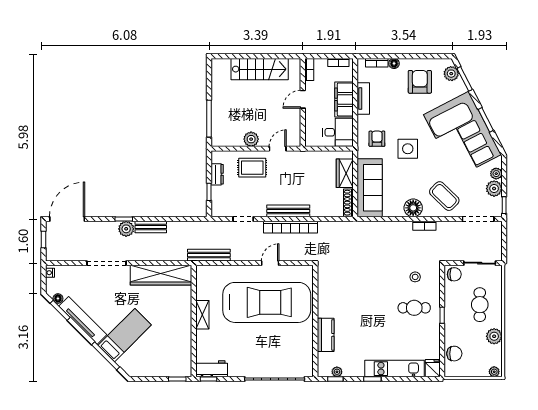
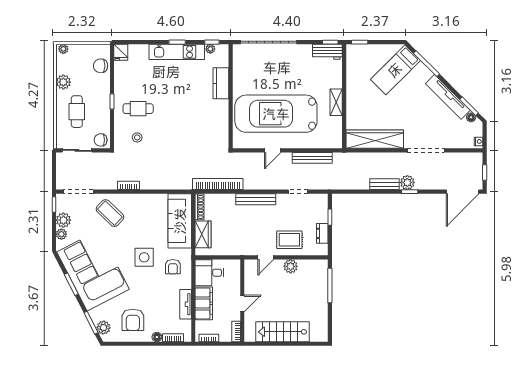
floor lamp: (413, 208) -> (139, 202), removed
bookcase: (291, 227) -> (218, 184), moved
bench: (209, 255) -> (312, 158), moved
bed: (125, 335) -> (395, 70), moved
kitchen unit: (395, 369) -> (177, 52), moved

